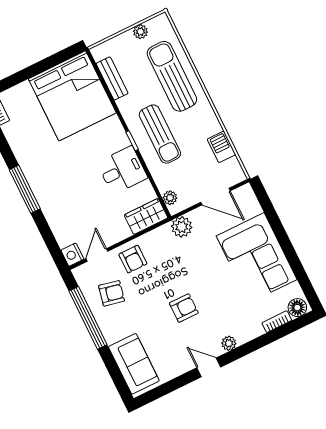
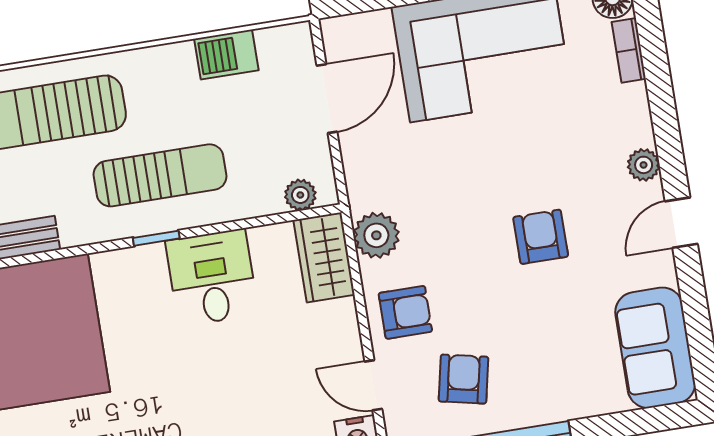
plant: (182, 227) -> (376, 235), moved
sofa: (134, 364) -> (655, 348), moved, turned -90

